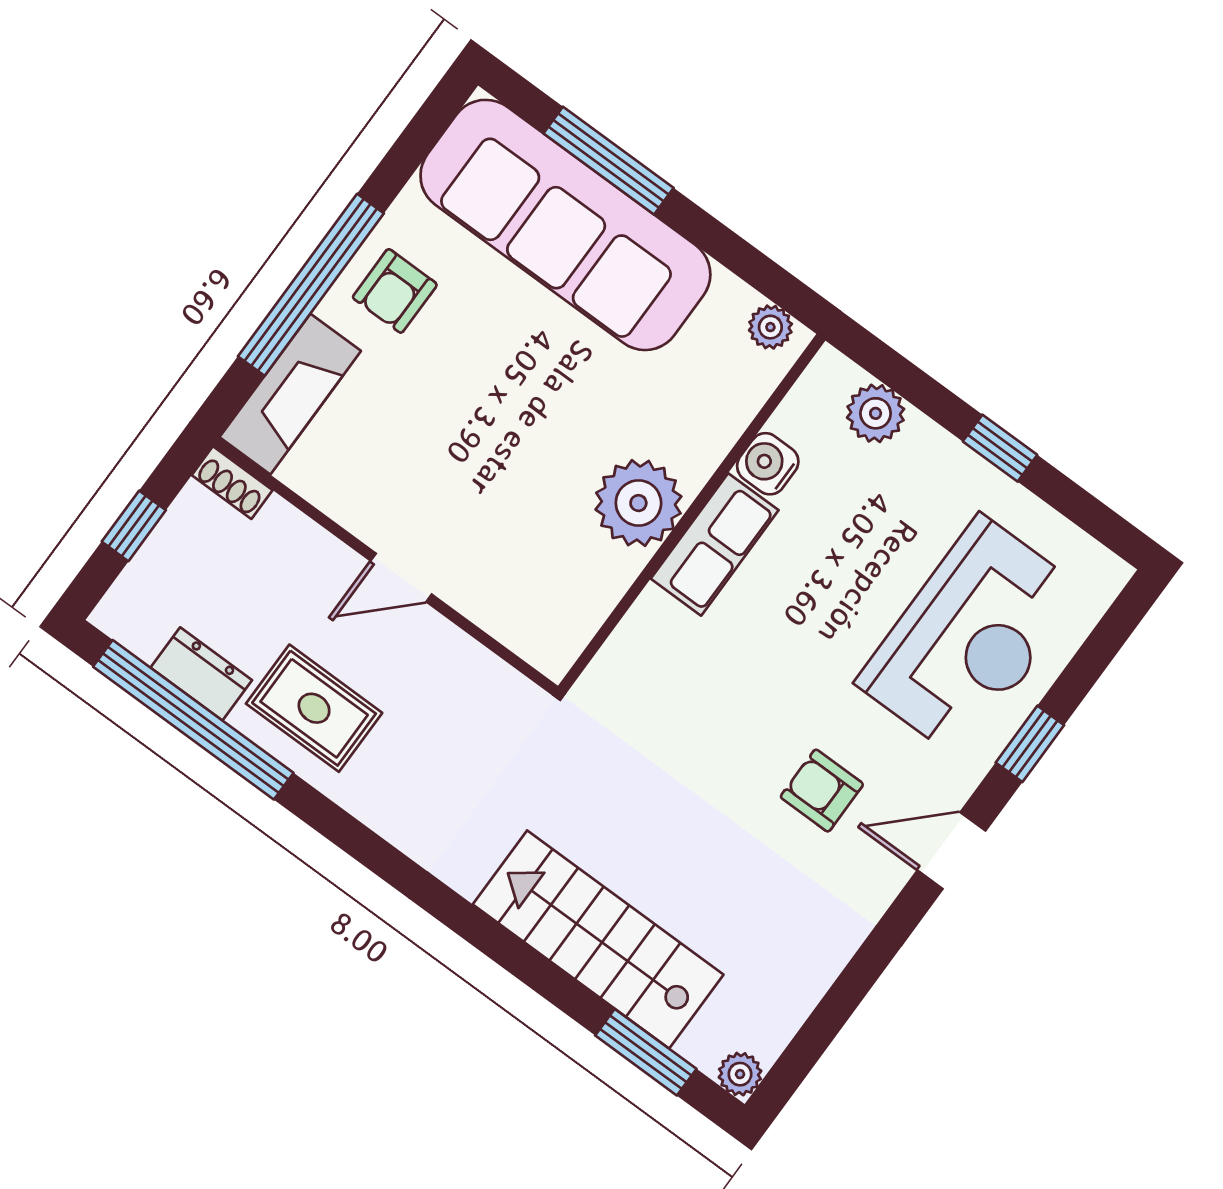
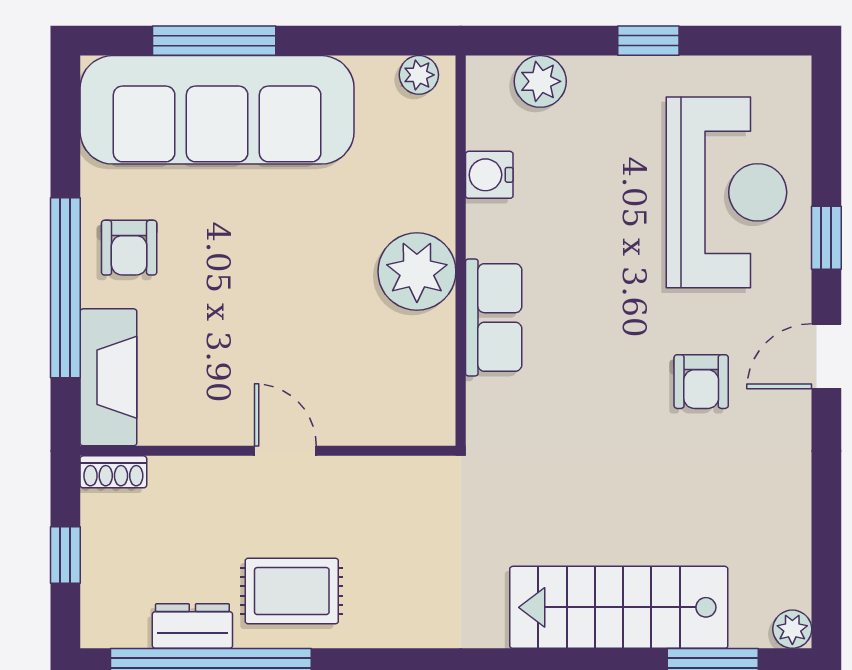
row of seats: (715, 544) -> (494, 317), moved
door: (401, 578) -> (285, 451), swing flipped
armchair: (822, 791) -> (701, 382), turned -90

